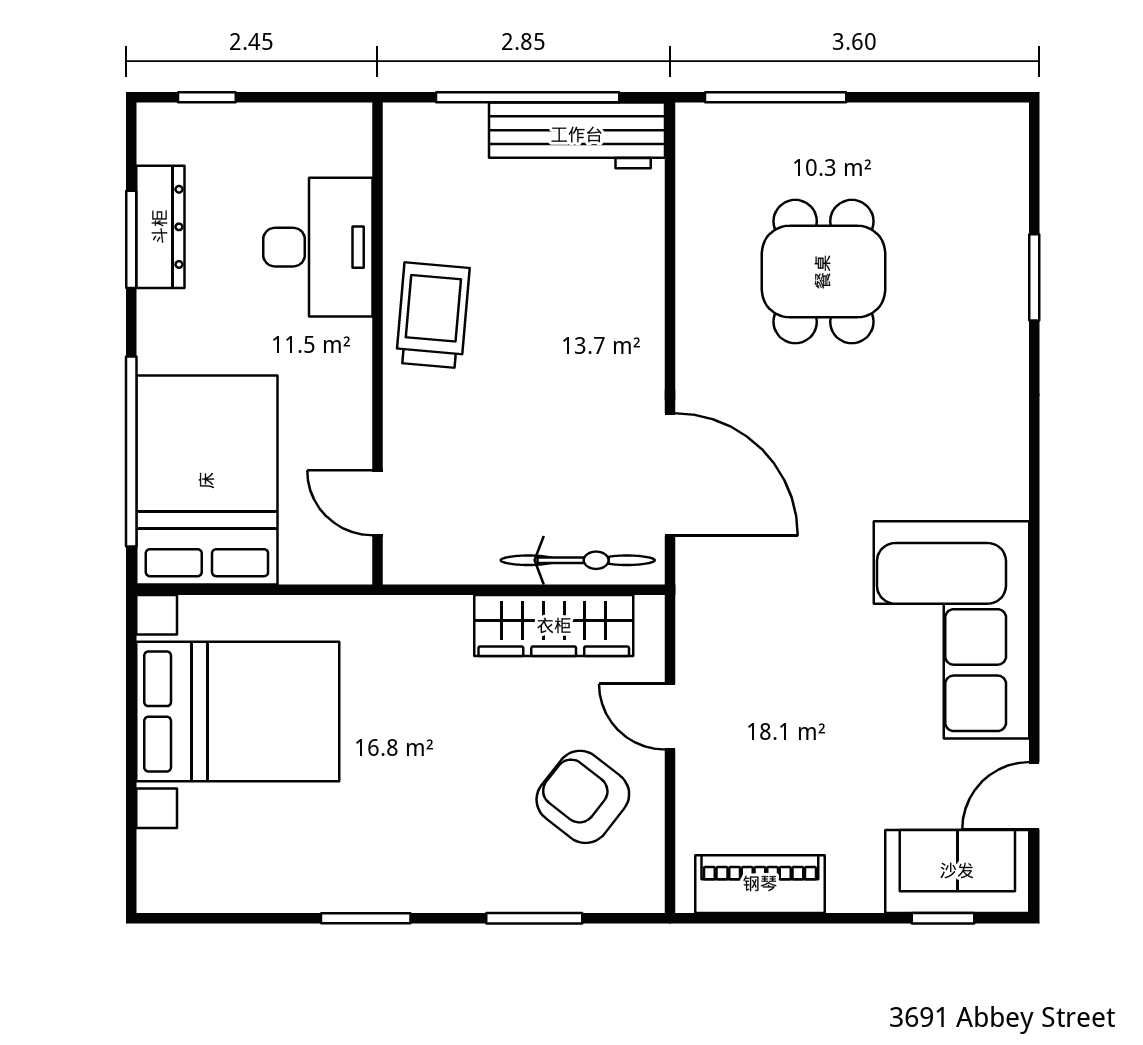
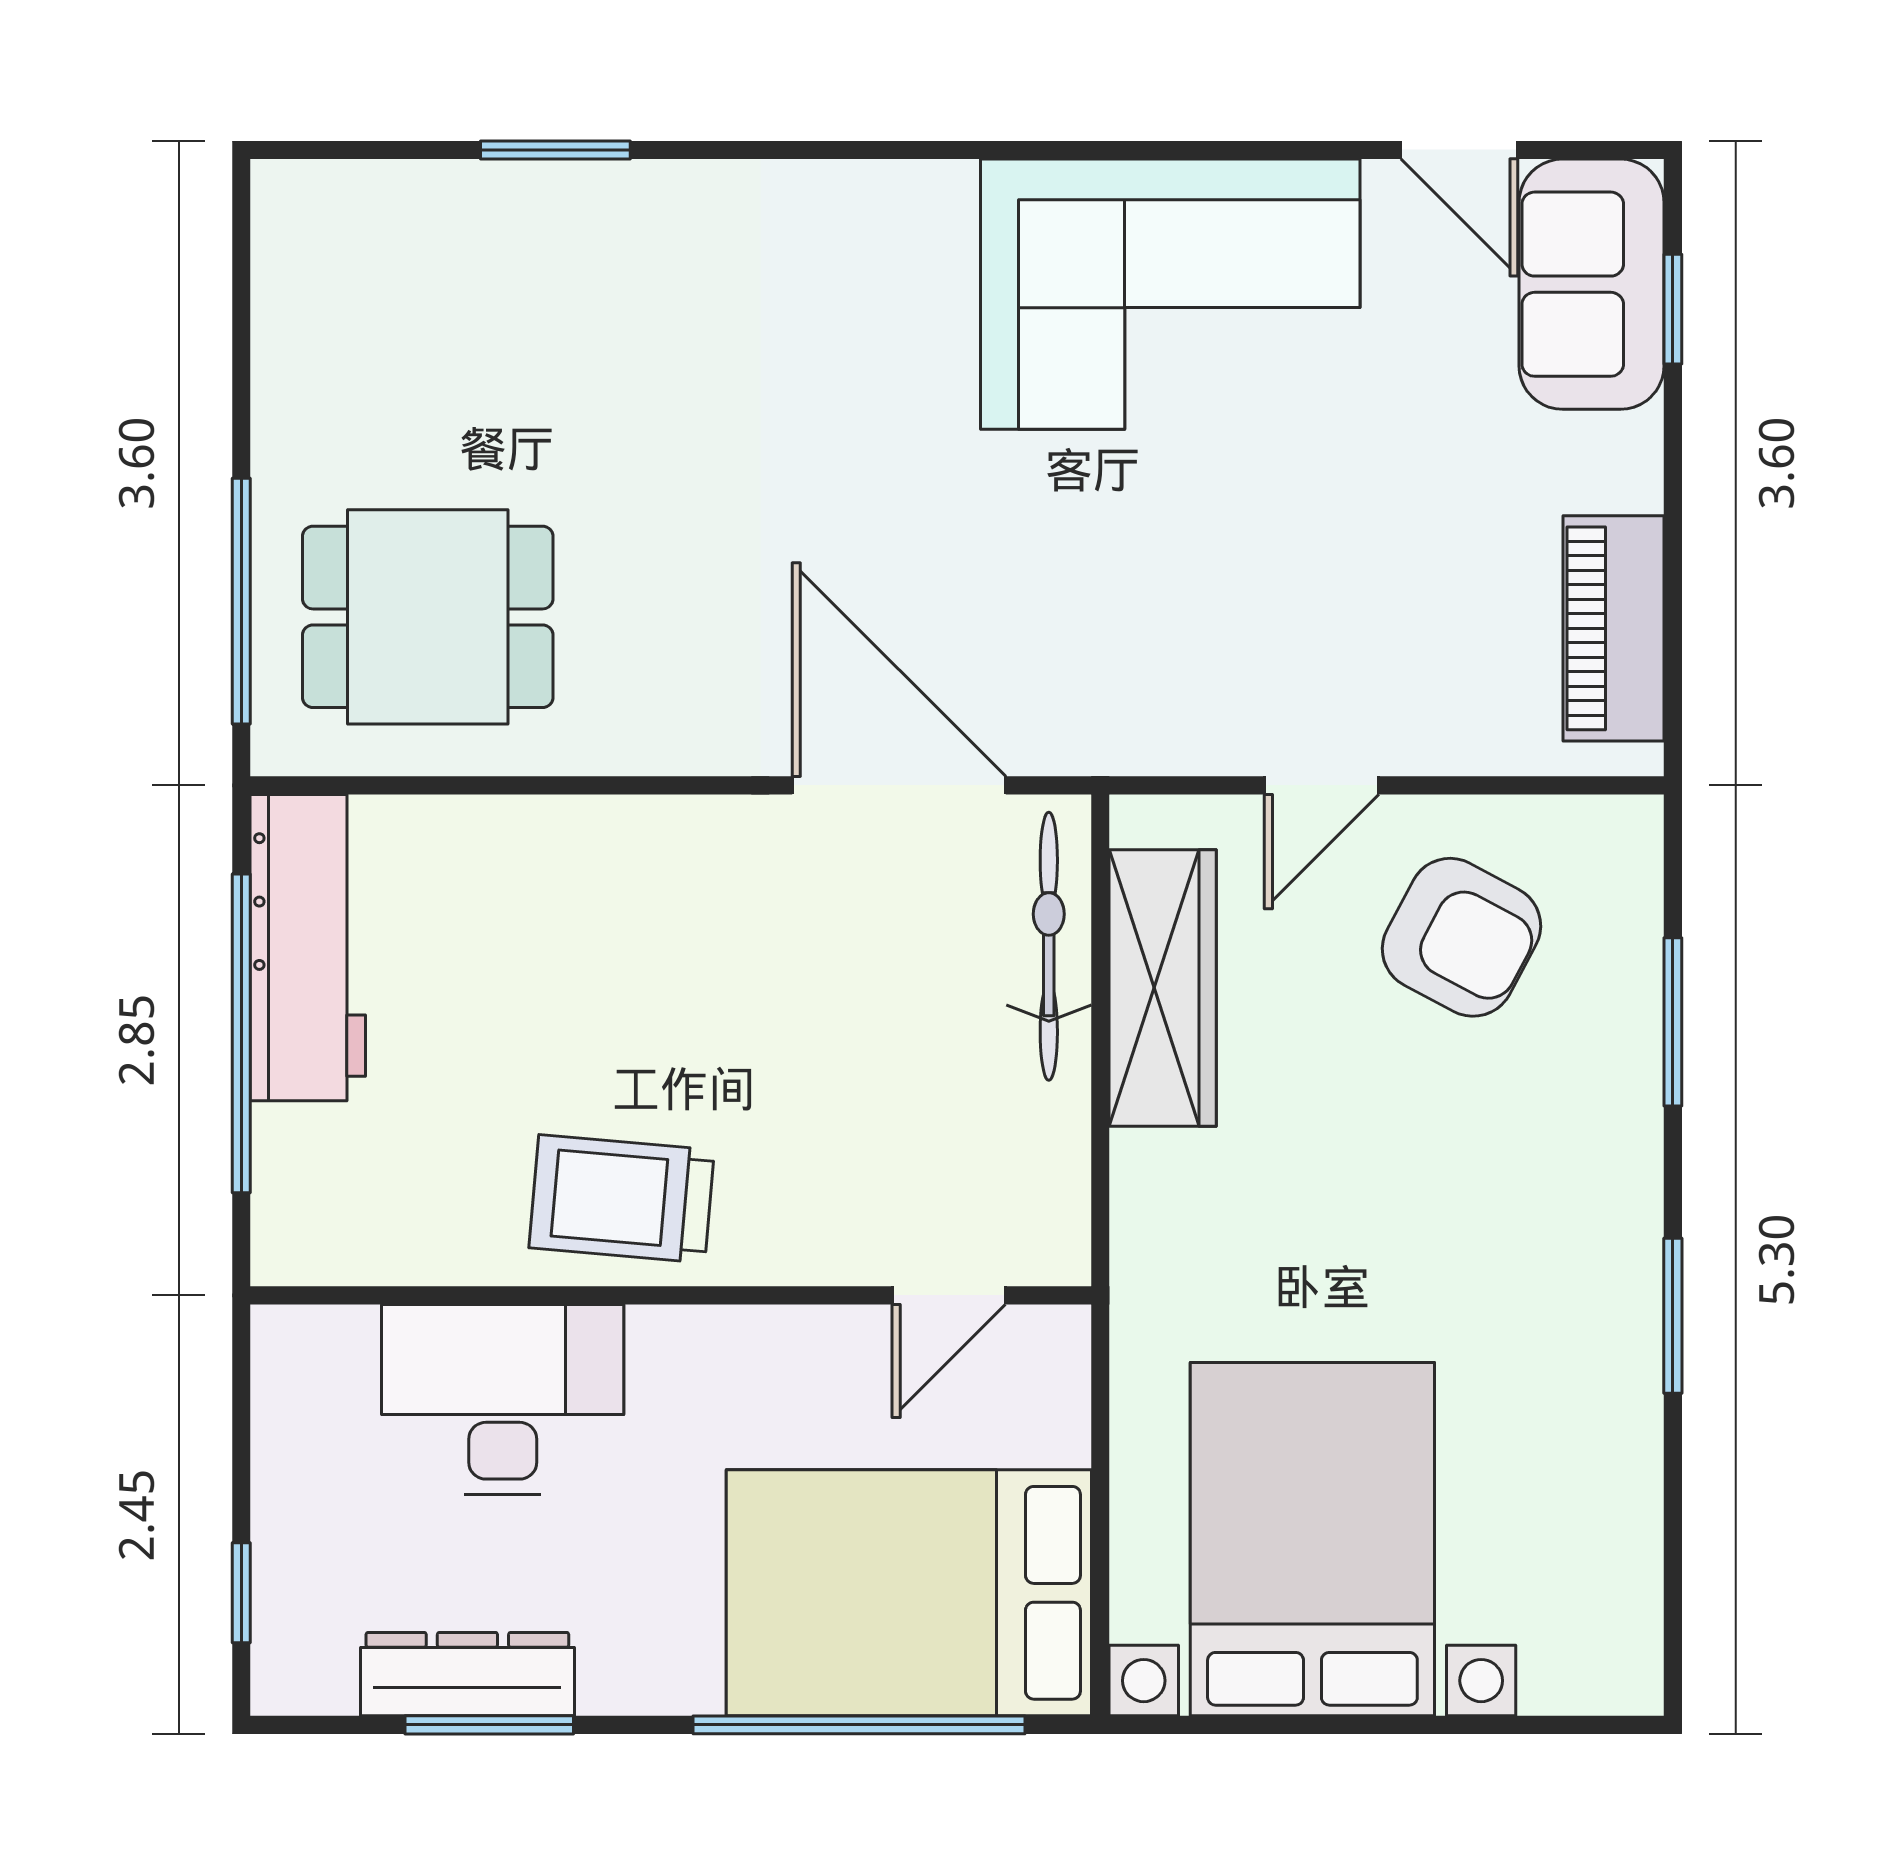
dining table: (823, 272) -> (428, 617), moved
door: (670, 474) -> (899, 785), hinge flipped
armchair: (583, 797) -> (1461, 937), turned -100

